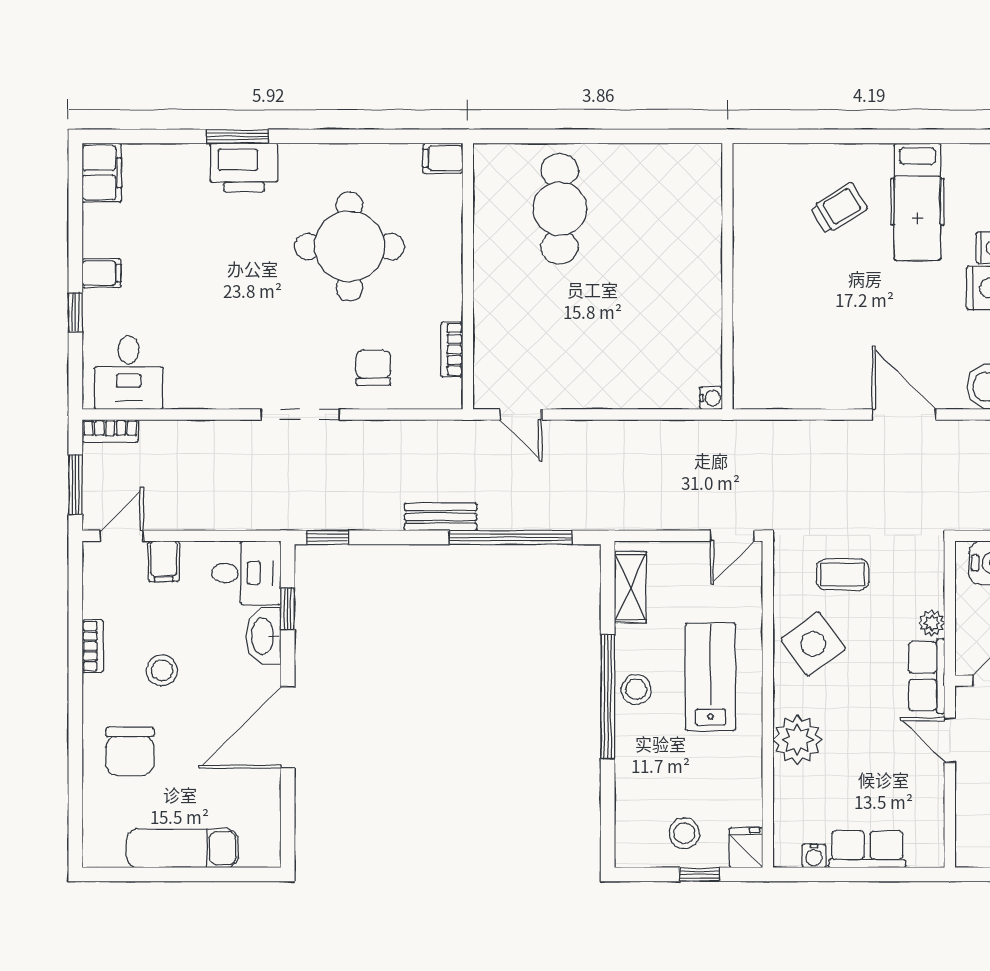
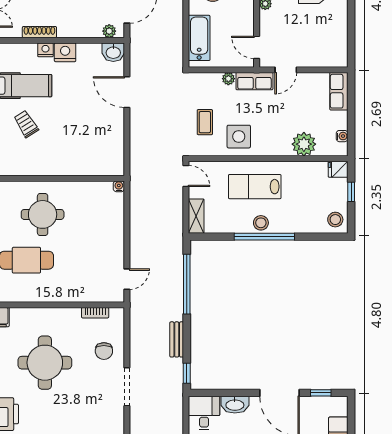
round table: (653, 242) -> (43, 214), added
chair: (373, 368) -> (104, 351), turned -90
door: (904, 414) -> (127, 92), hinge flipped
bench: (441, 517) -> (177, 339), moved
shelving: (630, 587) -> (196, 216), moved, turned 90
window: (288, 609) -> (321, 393), moved
side table: (813, 644) -> (239, 137), turned 36
plant: (797, 740) -> (304, 144), moved
stool: (684, 833) -> (335, 220), moved
row of seats: (867, 849) -> (339, 91), moved

